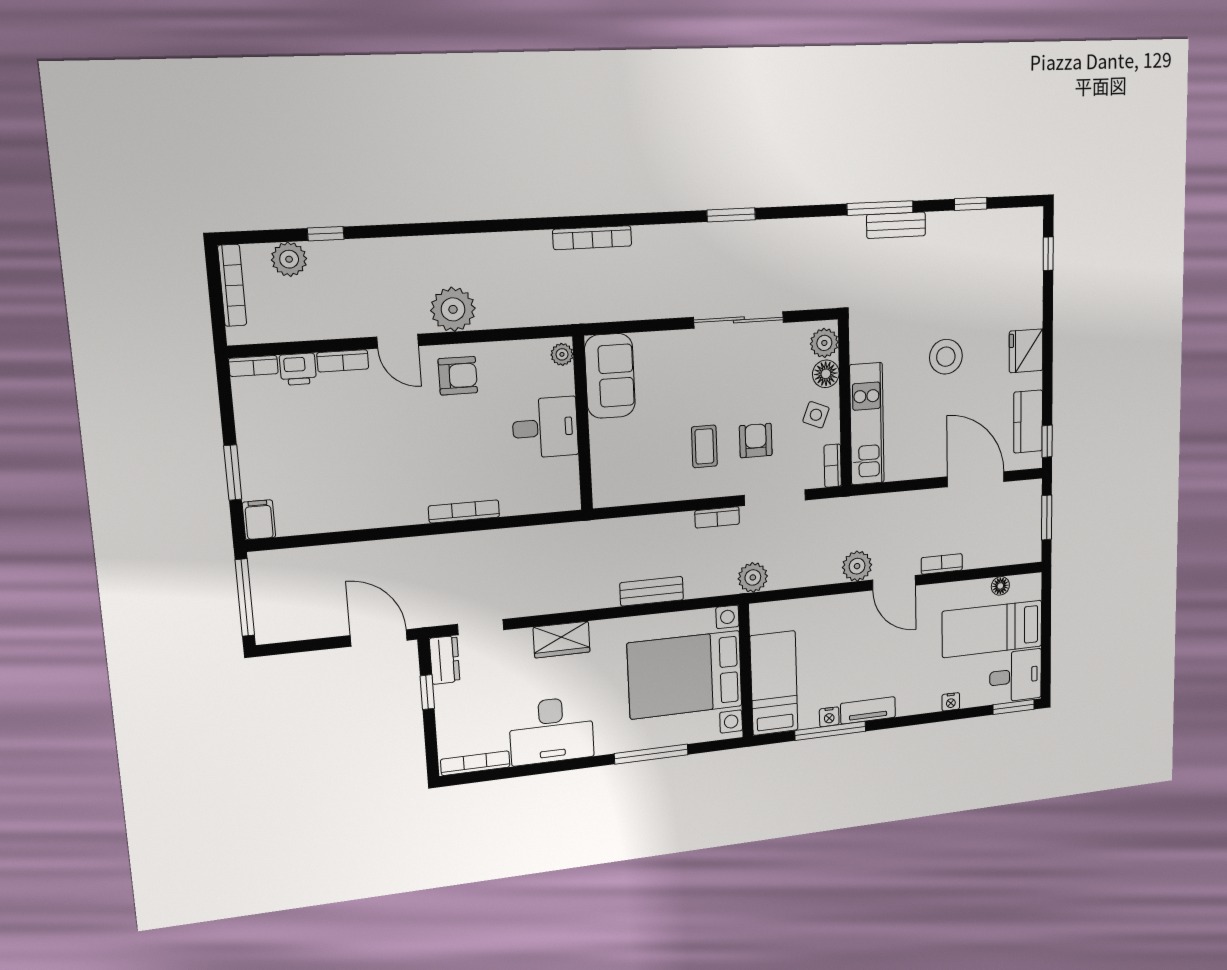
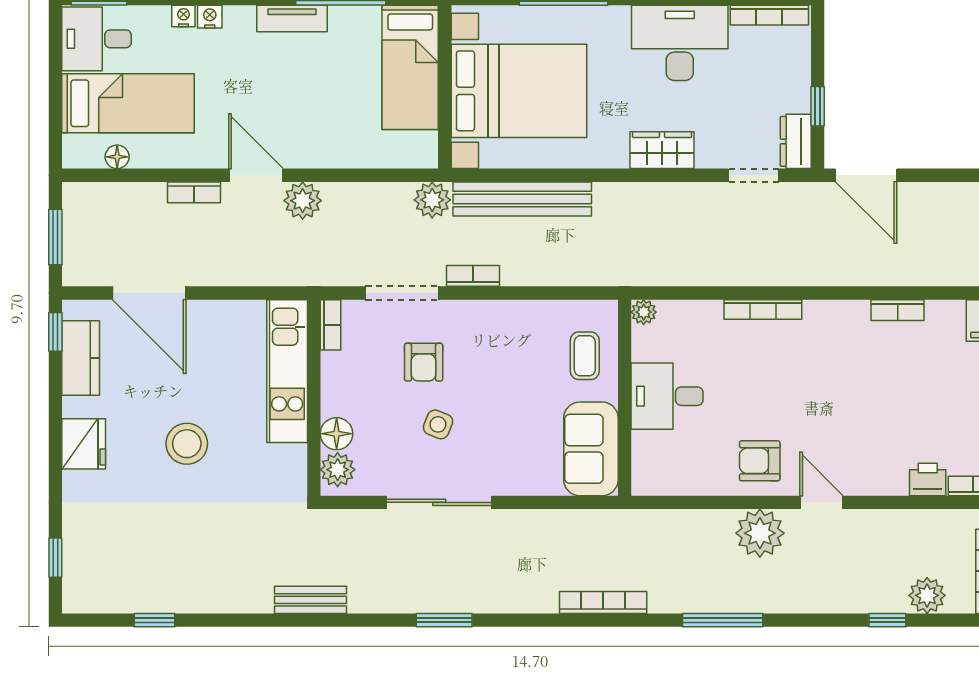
window: (880, 208) -> (723, 620), moved
bench: (896, 225) -> (310, 600), moved
plant: (562, 354) -> (644, 312), moved
bookcase: (343, 361) -> (898, 310), moved, turned 180
side table: (816, 415) -> (438, 424), moved
coffee table: (704, 446) -> (585, 356), moved
bench: (652, 591) -> (522, 199), width x1.86, depth x1.21
nightstand: (829, 717) -> (210, 17), moved

